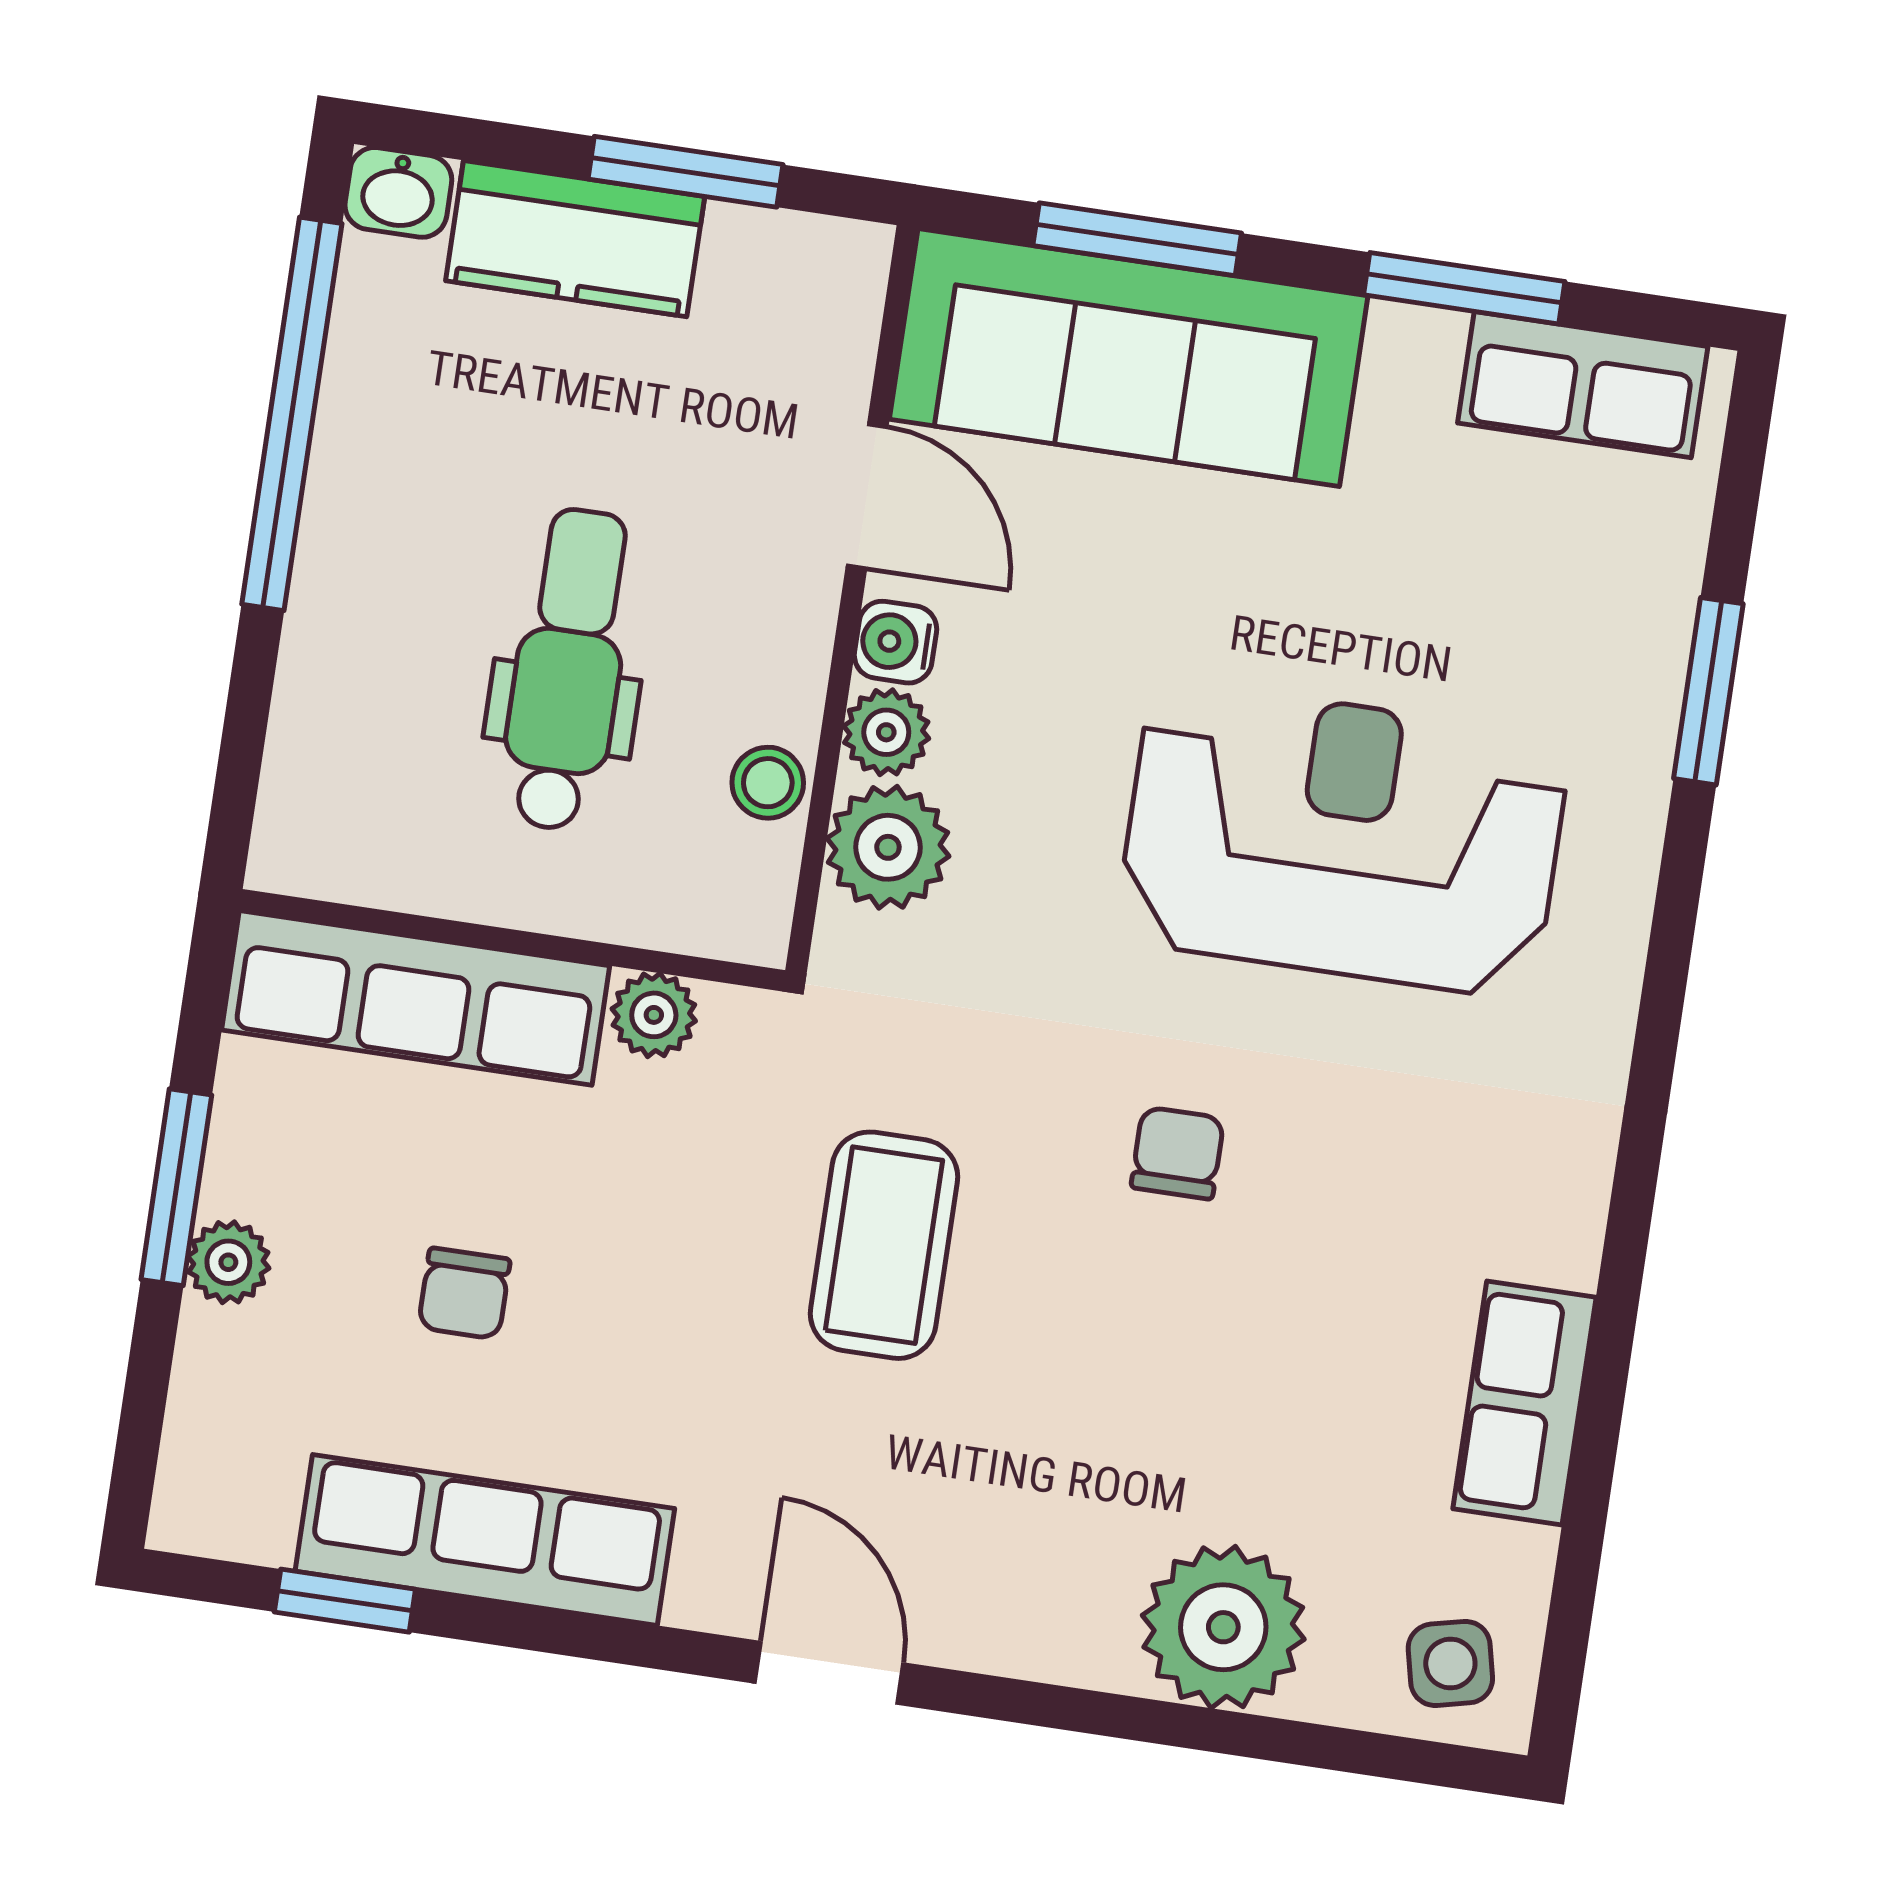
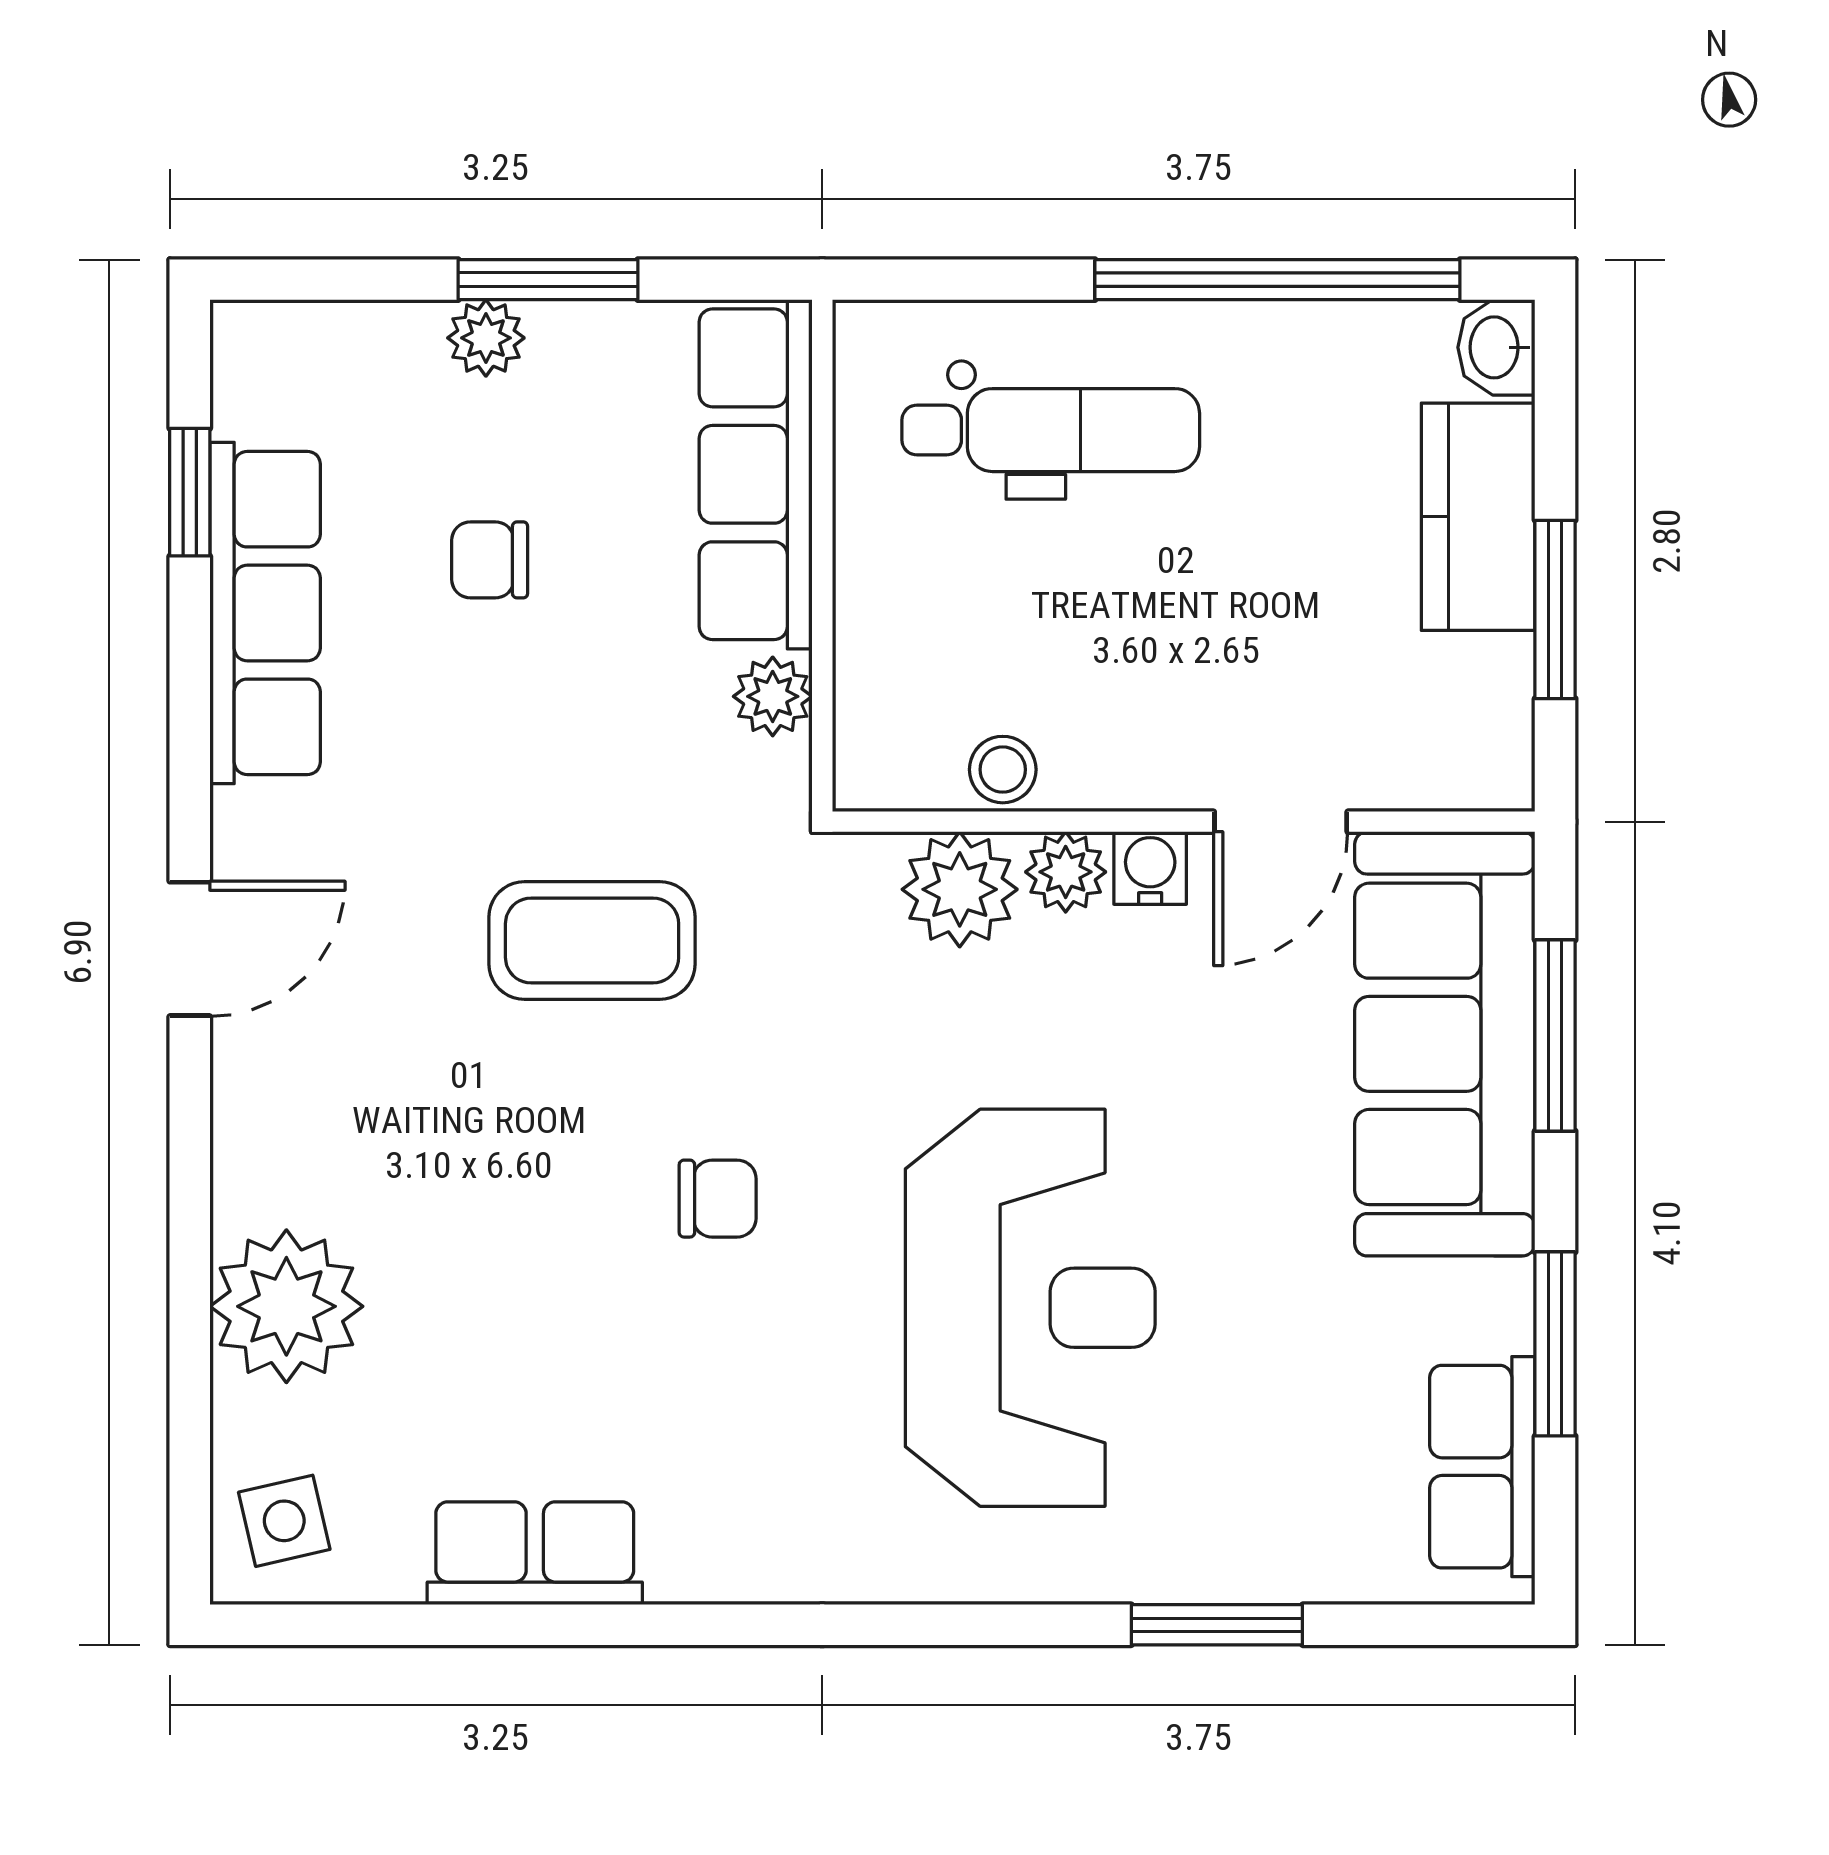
dental chair: (568, 669) -> (1051, 430), moved

